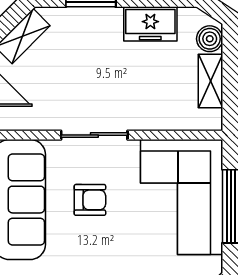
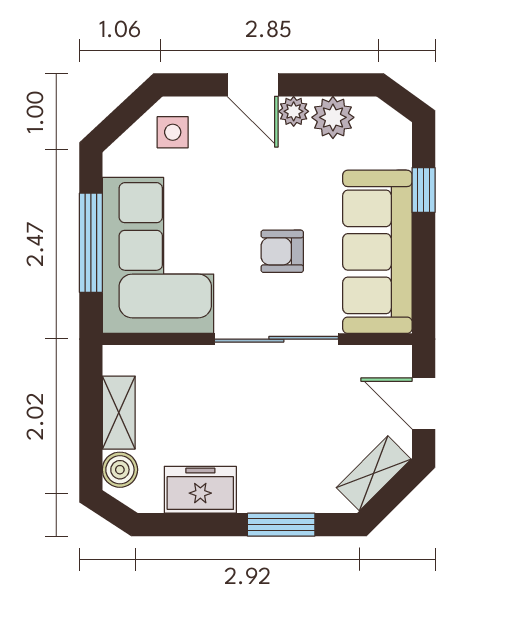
sliding door: (94, 135) -> (276, 339), width x1.37

